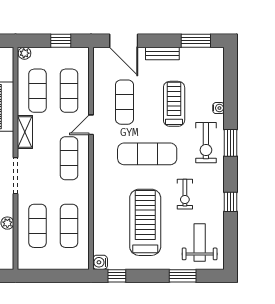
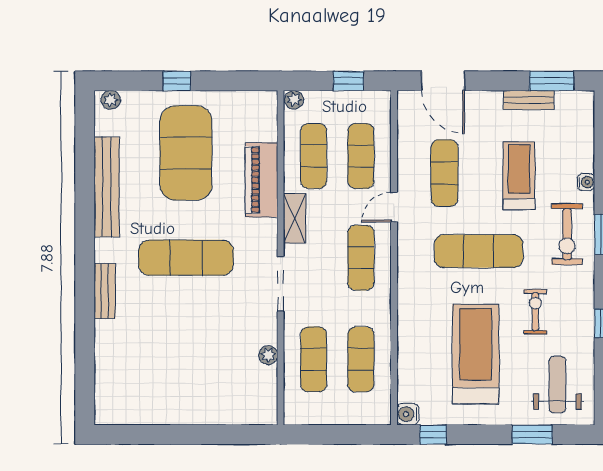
bench: (162, 53) -> (529, 100), moved
exercise bike: (185, 194) -> (535, 312), turned 180

